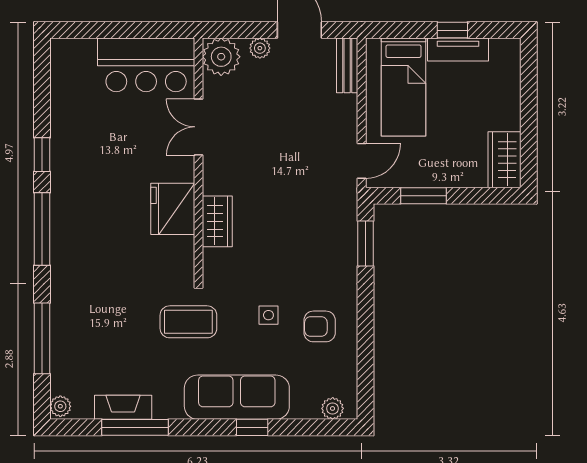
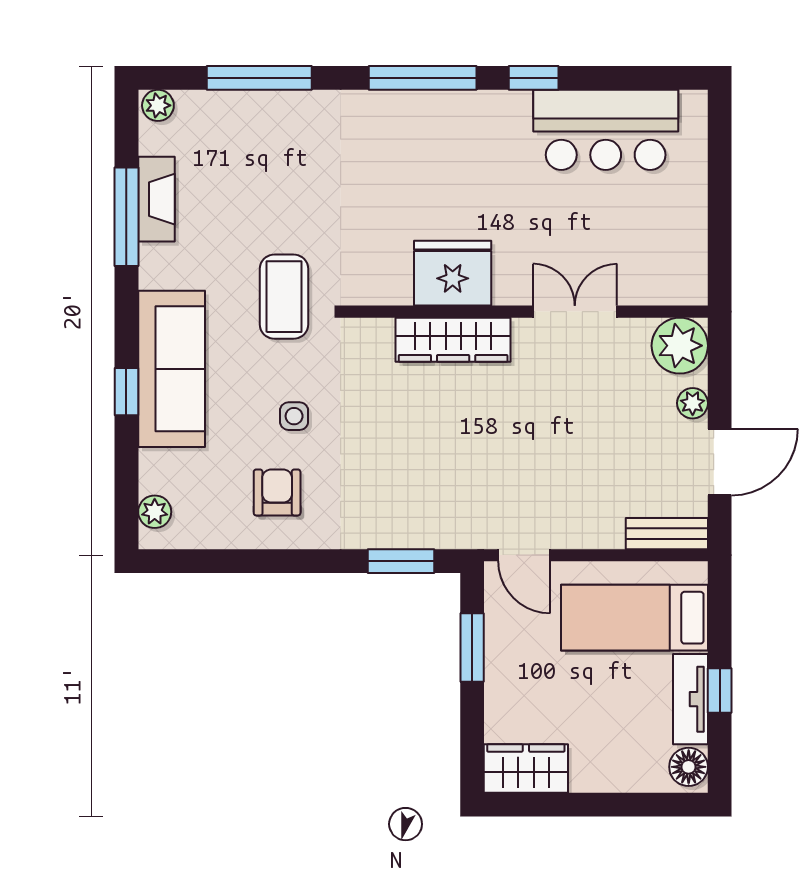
floor lamp: (503, 51) -> (689, 767), added
bar counter: (146, 65) -> (606, 130), moved, turned -90
wardrobe: (217, 221) -> (453, 340), width x1.50

